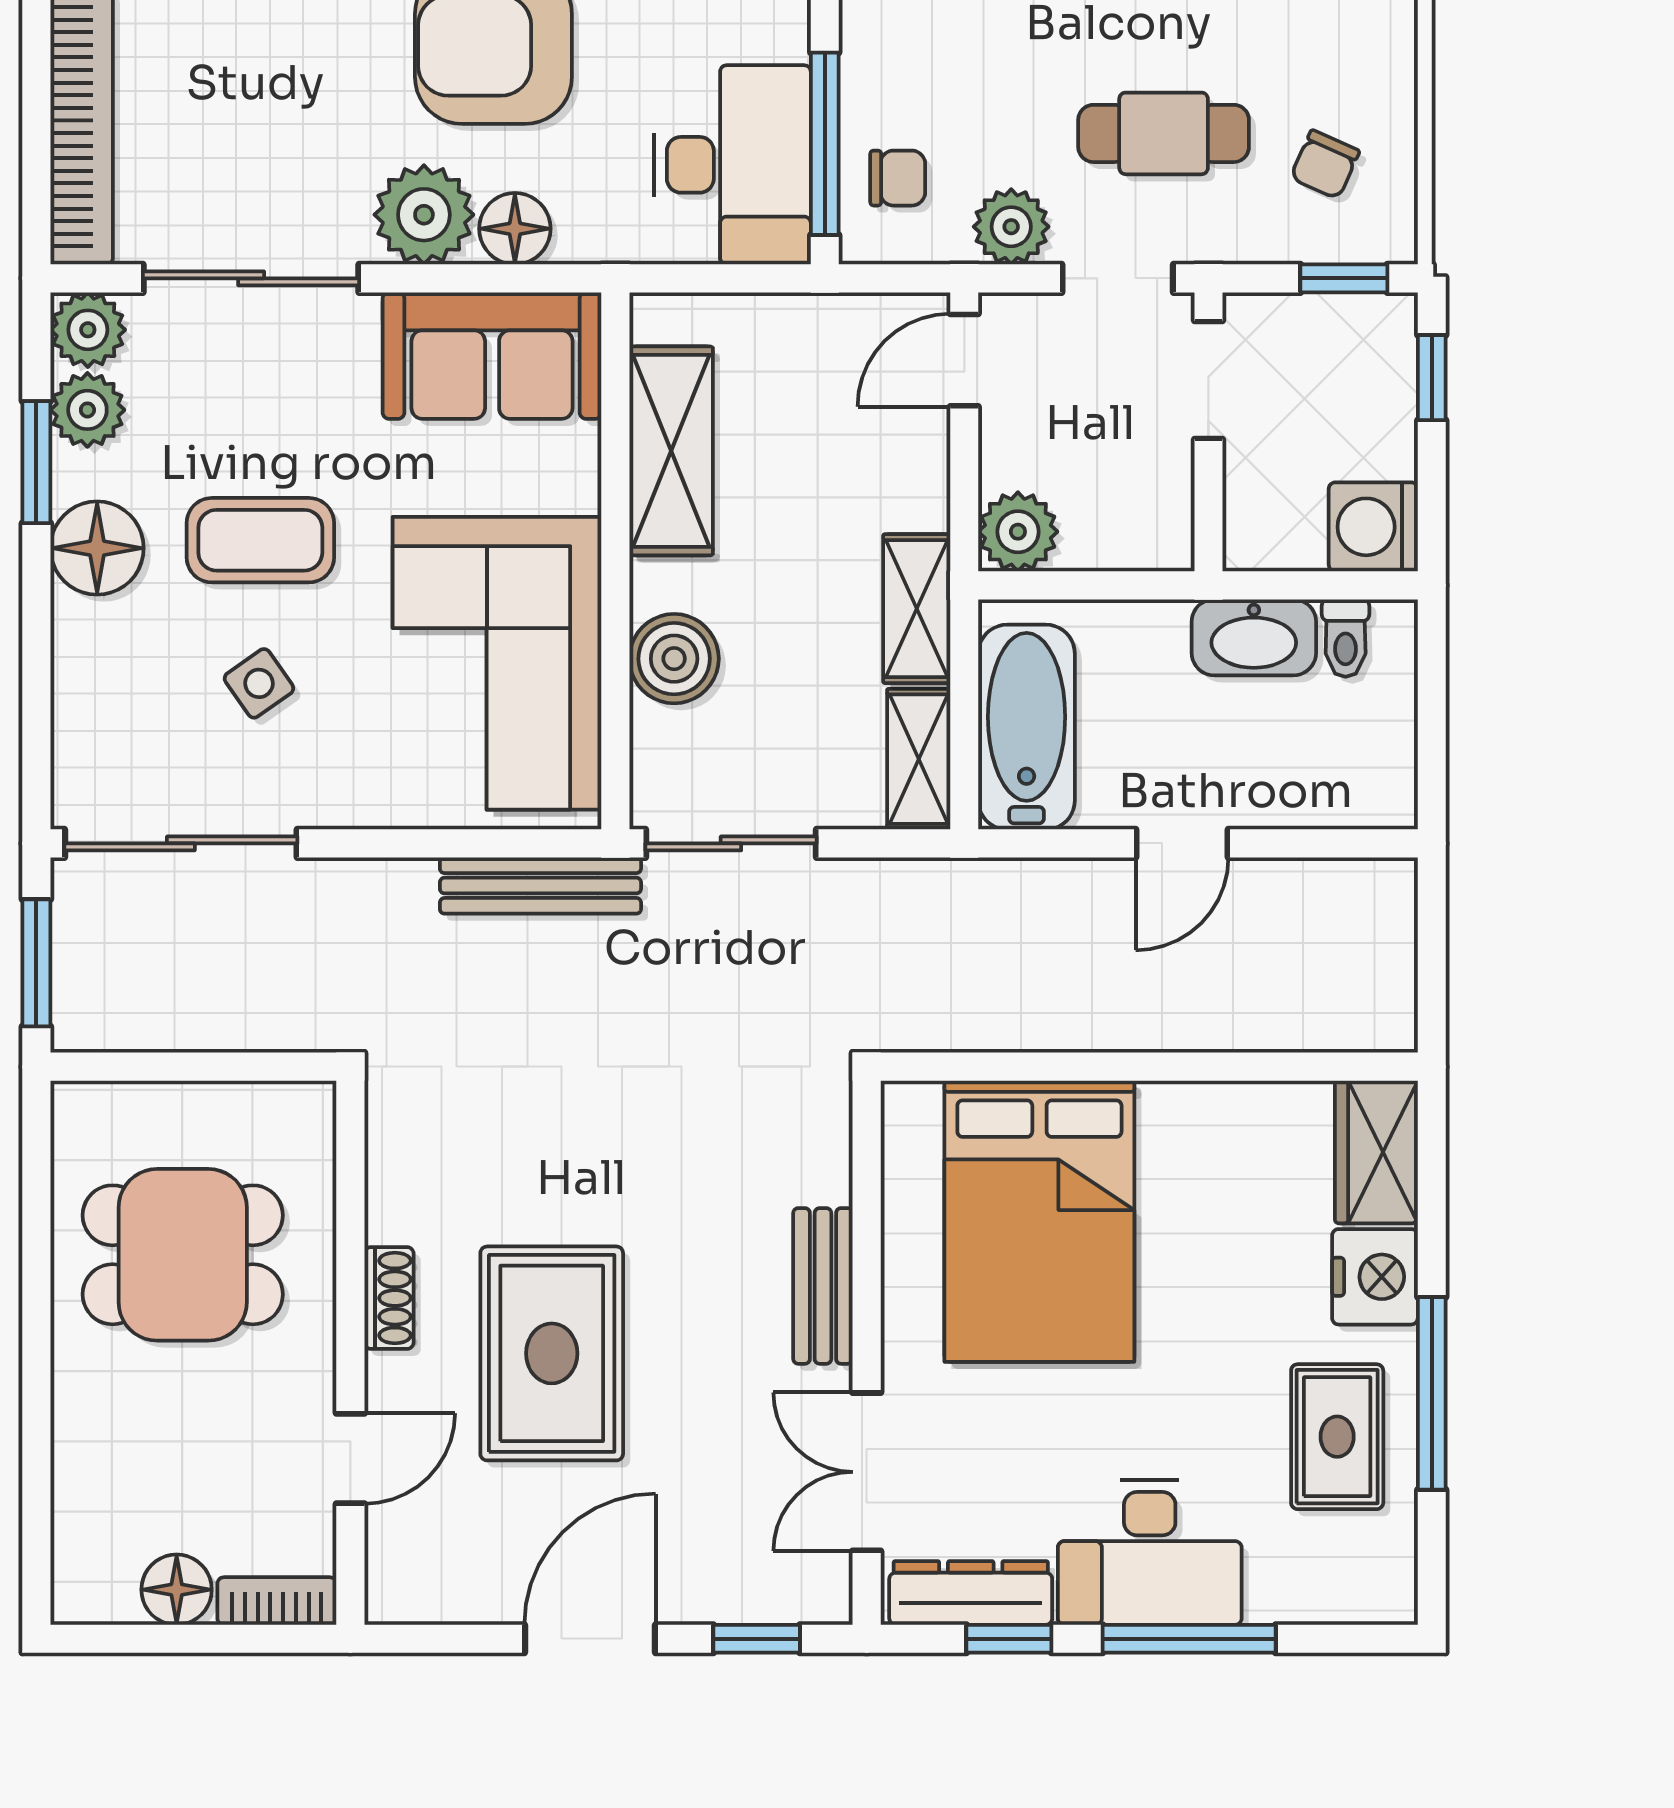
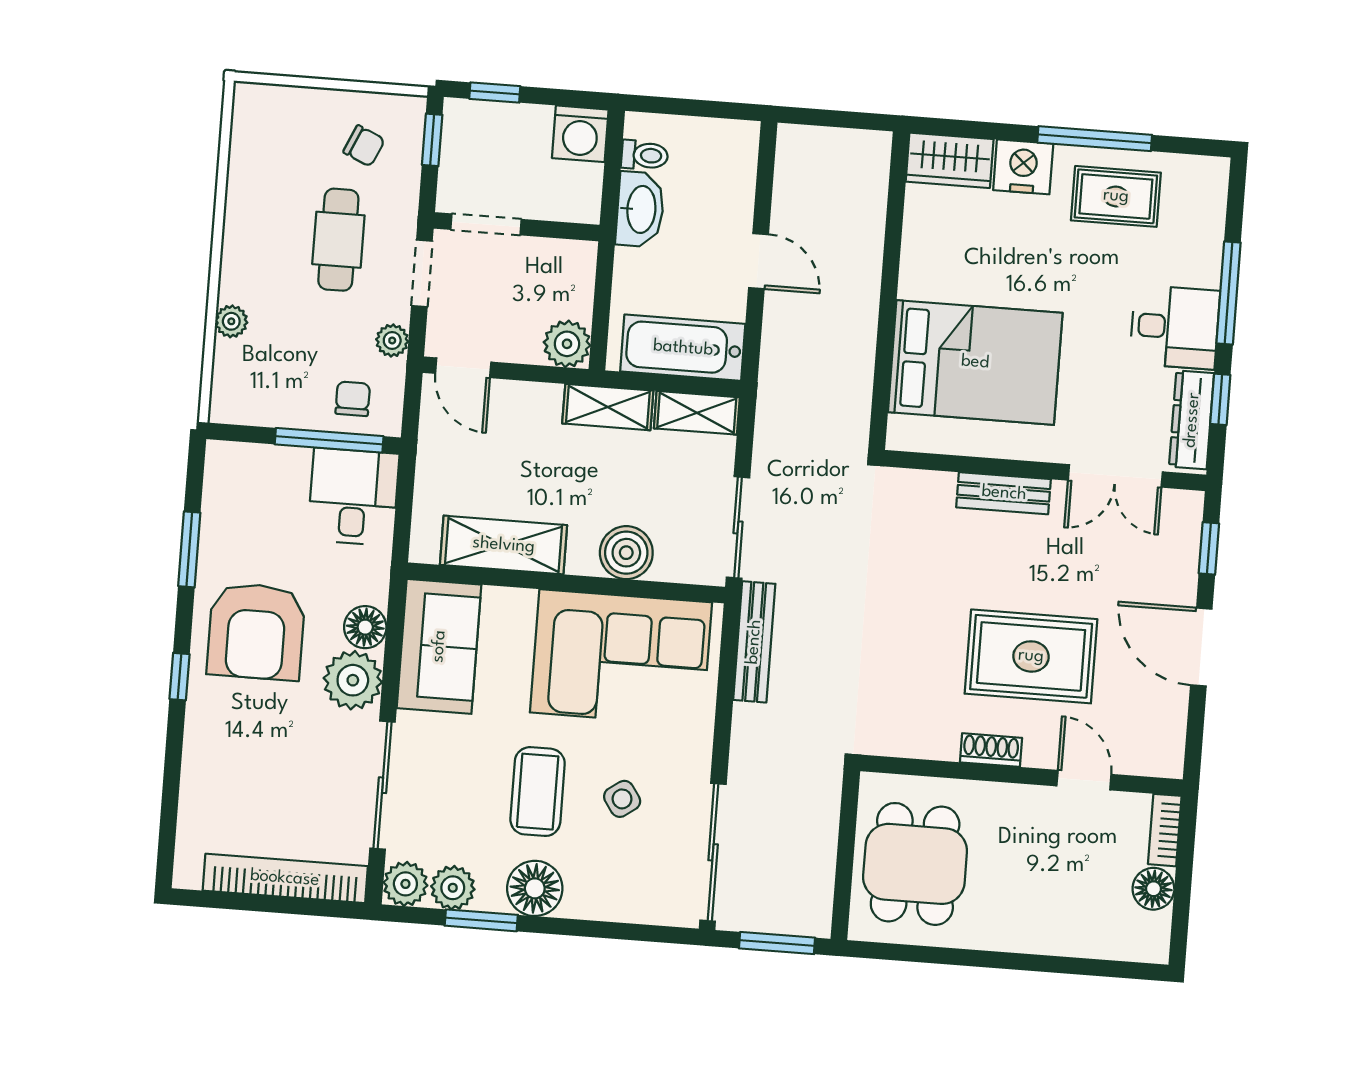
desk: (733, 165) -> (353, 497), width x0.73
plant: (1011, 227) -> (392, 340), width x0.73, depth x0.73
dining table: (183, 1255) -> (915, 864), moved
desk: (1150, 1553) -> (1175, 327), width x0.73

